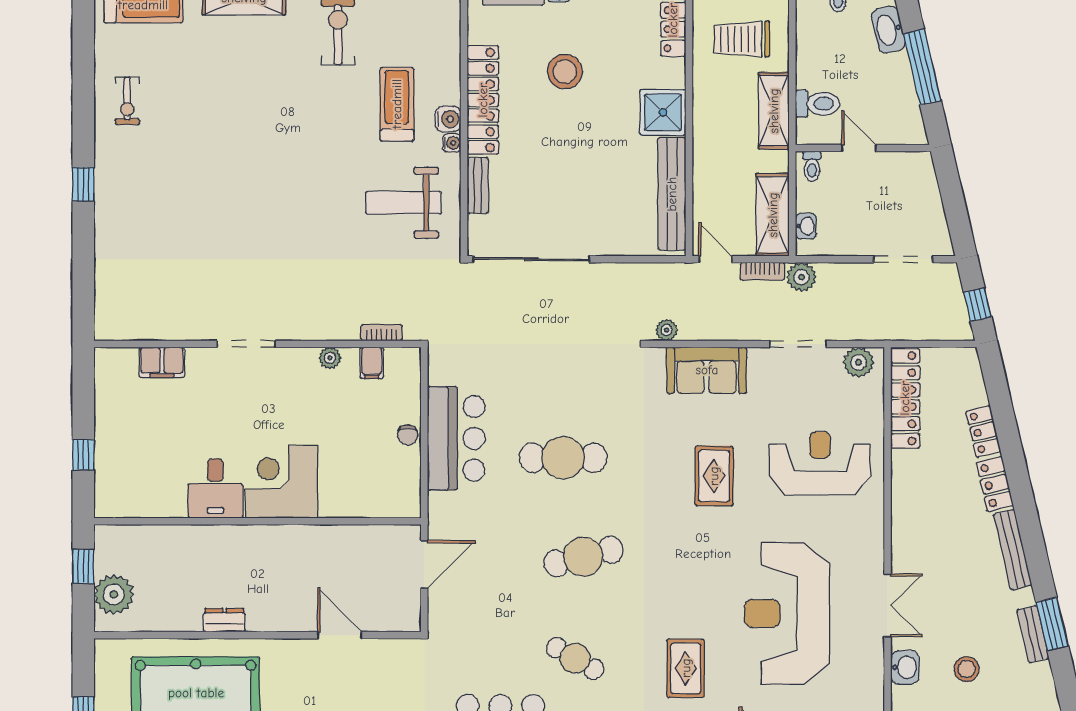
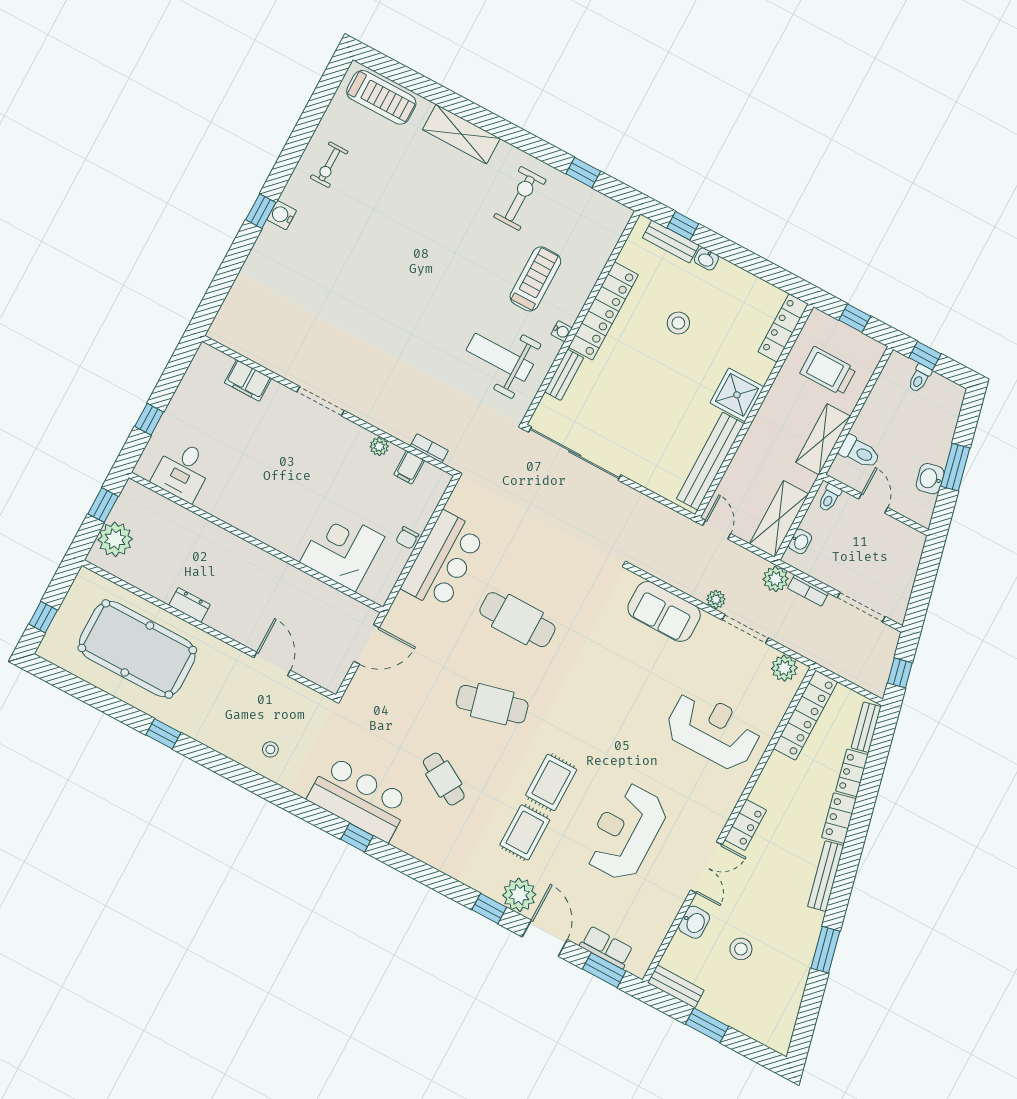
washbasin: (888, 30) -> (930, 479), moved, width x0.72
window: (922, 67) -> (955, 467), width x0.69
stool: (565, 72) -> (678, 323), width x0.73, depth x0.73
water cooler: (448, 119) -> (282, 215), moved, turned 180
bookcase: (762, 271) -> (808, 591), moved
plant: (667, 330) -> (716, 599), moved
rug: (714, 476) -> (551, 782), moved
corner desk: (281, 482) -> (342, 550), moved
desk: (215, 489) -> (183, 471), moved
locker: (904, 542) -> (745, 825), added
reception desk: (787, 613) -> (625, 832), width x0.74, depth x0.77
bench: (1033, 634) -> (866, 727), moved

